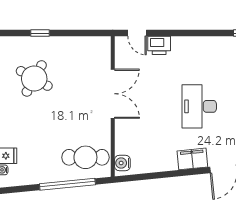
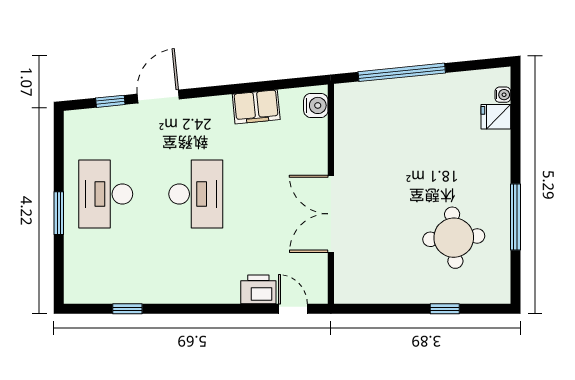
round table: (34, 78) -> (454, 238), turned -33
cafe table: (85, 157) -> (374, 114), removed
filing cabinet: (192, 159) -> (256, 107), moved

